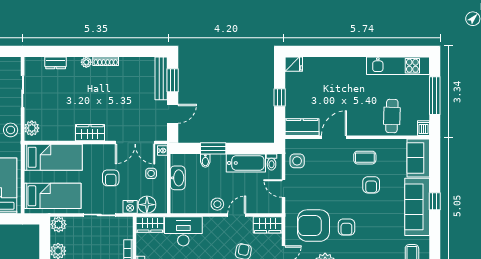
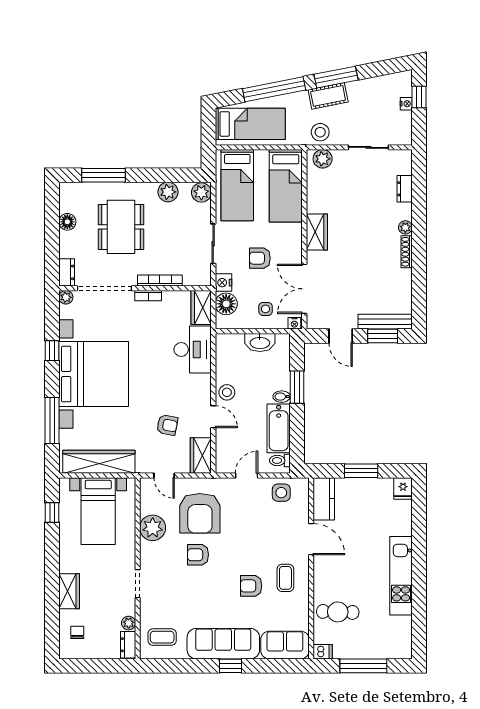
kitchen unit: (398, 66) -> (401, 576), moved
window: (280, 97) -> (361, 471), width x1.50
bidet: (205, 161) -> (282, 397), moved
armchair: (313, 226) -> (200, 513), turned 180

